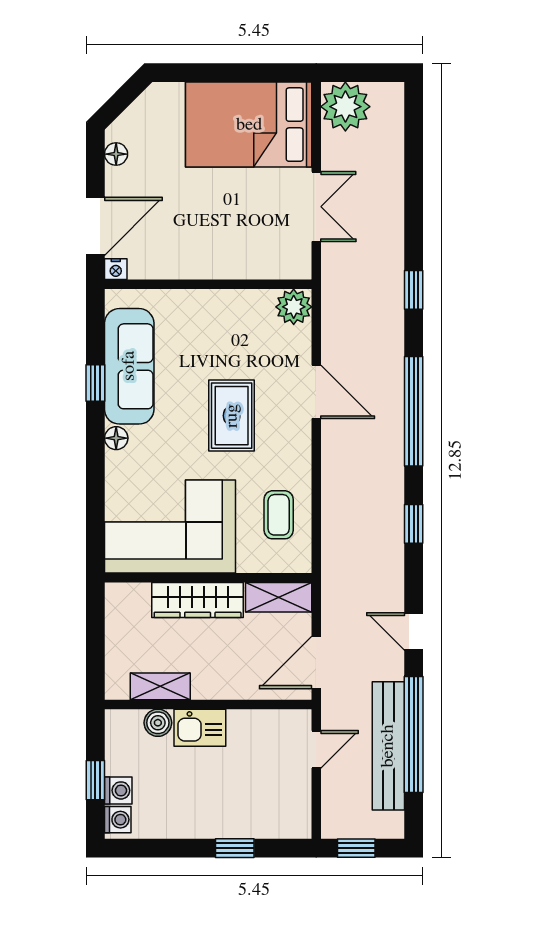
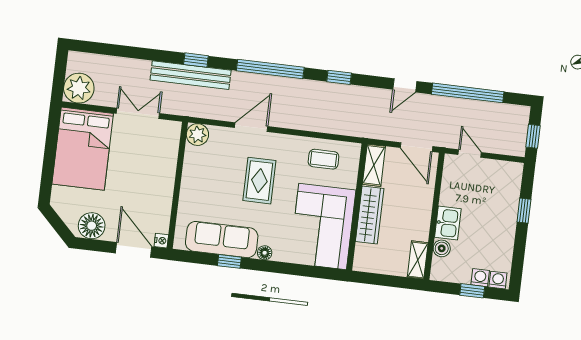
floor lamp: (116, 154) -> (92, 226), width x1.89, depth x1.89
rug: (232, 416) -> (259, 181), turned 90
shelving: (160, 686) -> (418, 260), moved
bench: (388, 746) -> (191, 75), moved

